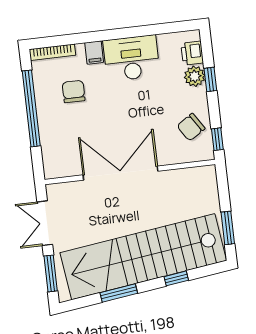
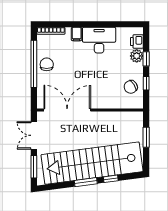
chair: (74, 91) -> (47, 64), moved
window: (217, 139) -> (146, 83), moved
double door: (120, 173) -> (67, 110), moved
window: (228, 228) -> (146, 137), moved
window: (119, 293) -> (86, 182), moved

